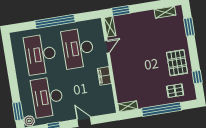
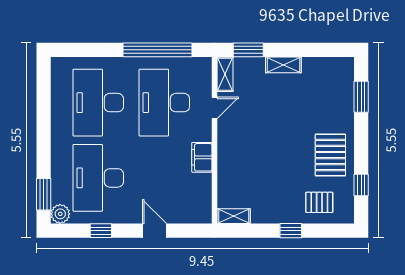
shelving: (165, 12) -> (283, 65), moved
window: (55, 21) -> (158, 50), moved
window: (162, 109) -> (291, 231), width x0.32

